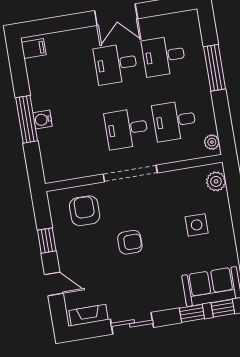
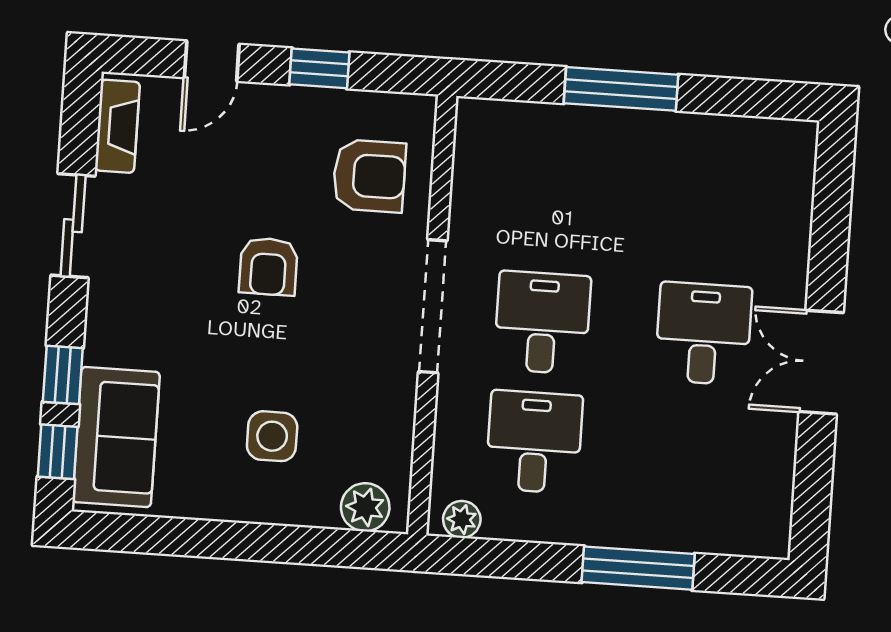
filing cabinet: (34, 48) -> (787, 146), removed
desk: (164, 56) -> (695, 453), removed
water cooler: (43, 120) -> (612, 127), removed

